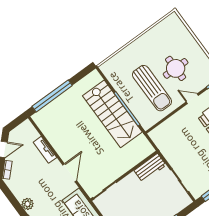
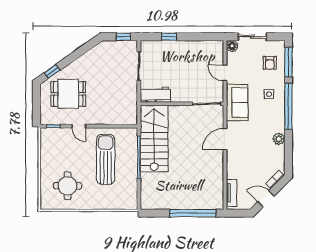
round table: (176, 68) -> (68, 186), moved
stairs: (112, 114) -> (154, 139), moved
tv unit: (45, 150) -> (232, 193), moved

